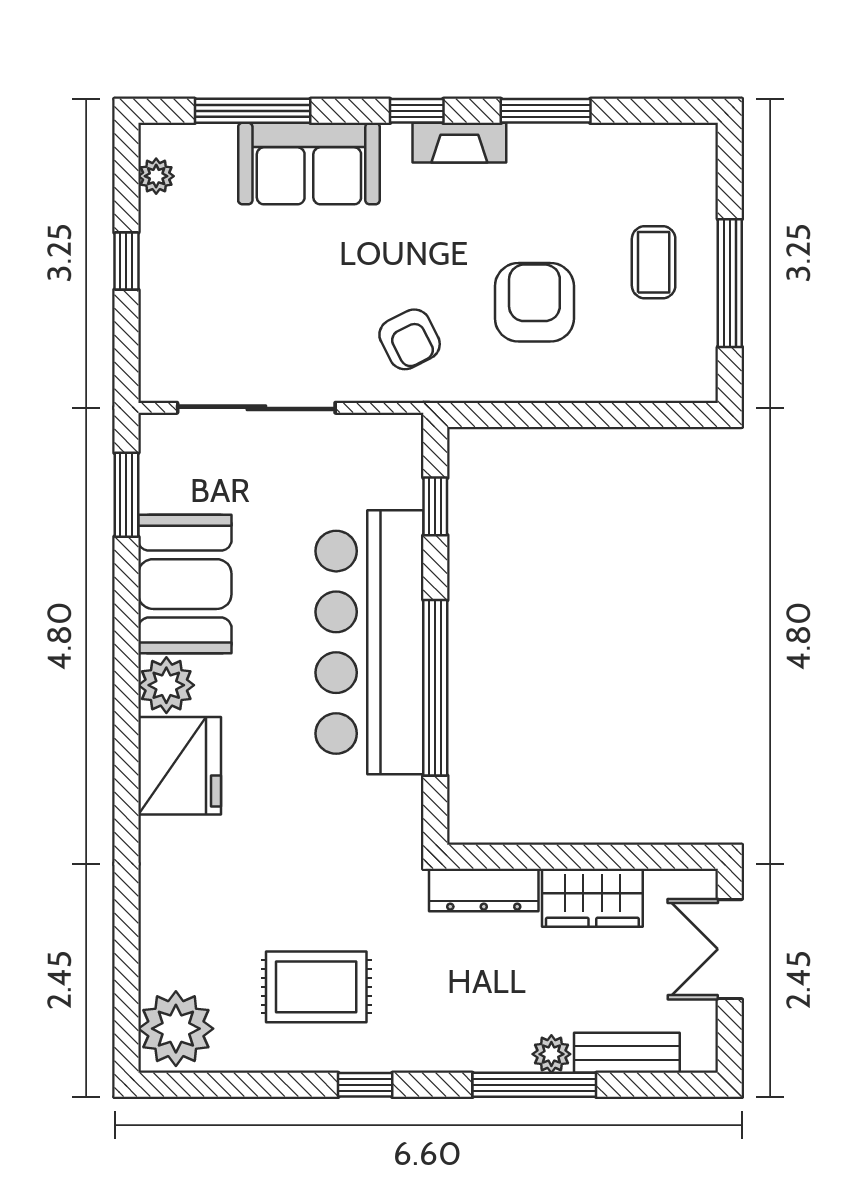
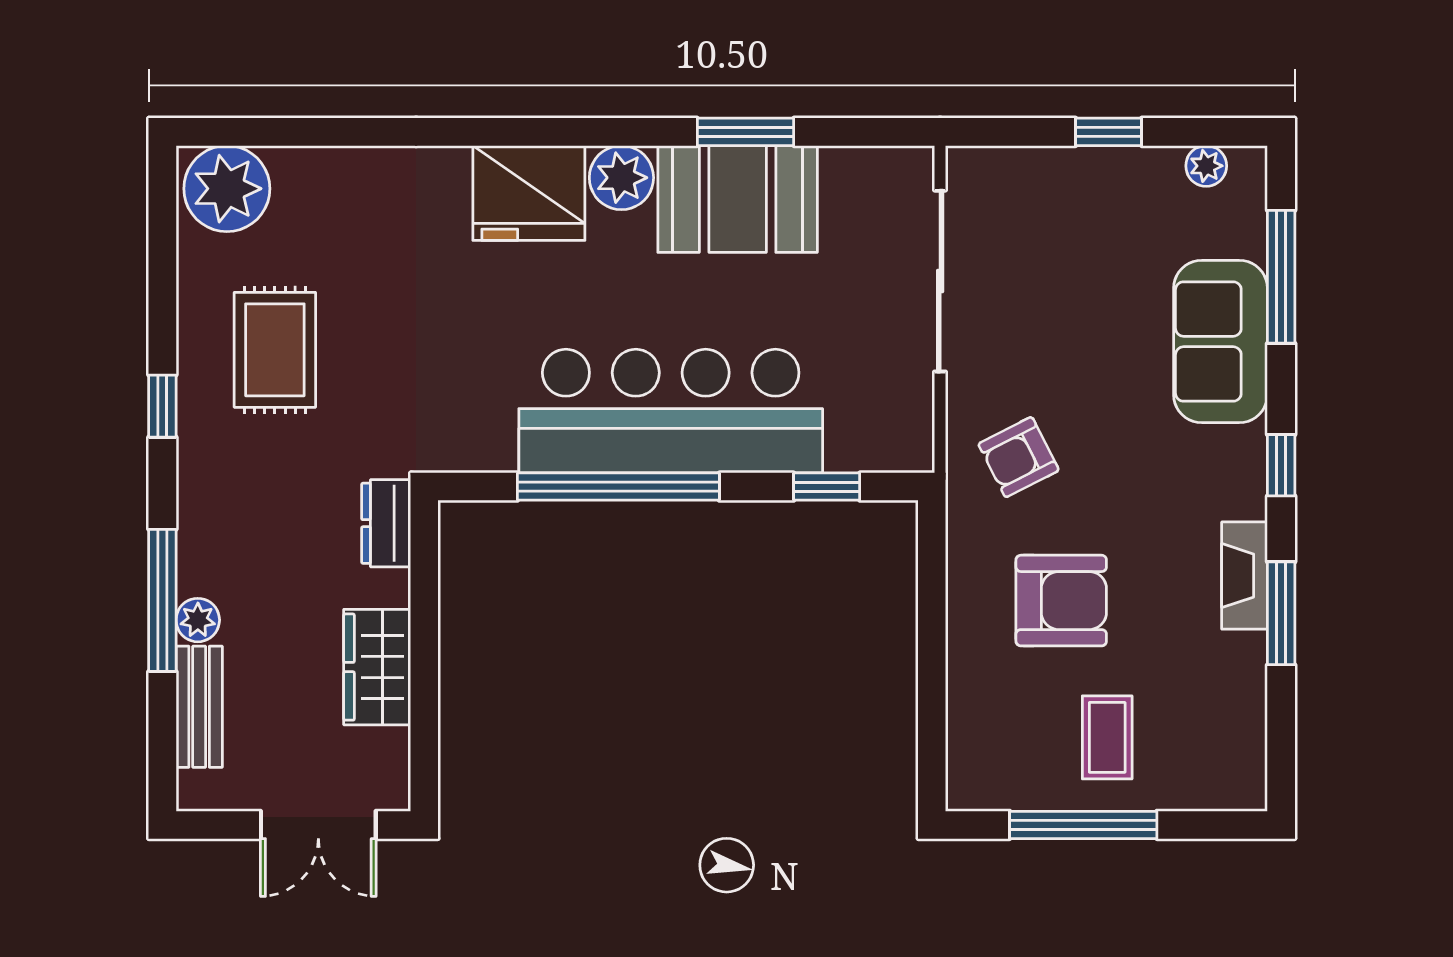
fireplace: (459, 143) -> (1245, 576), moved
coffee table: (654, 262) -> (1107, 737), turned 90
window: (126, 495) -> (746, 132), moved
dresser: (484, 890) -> (386, 523), width x0.70
double door: (730, 949) -> (318, 825), swing flipped

